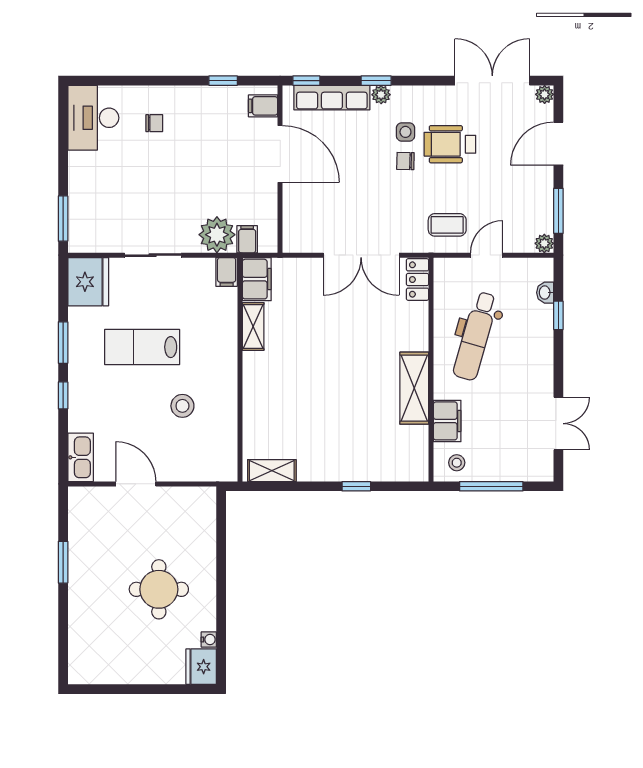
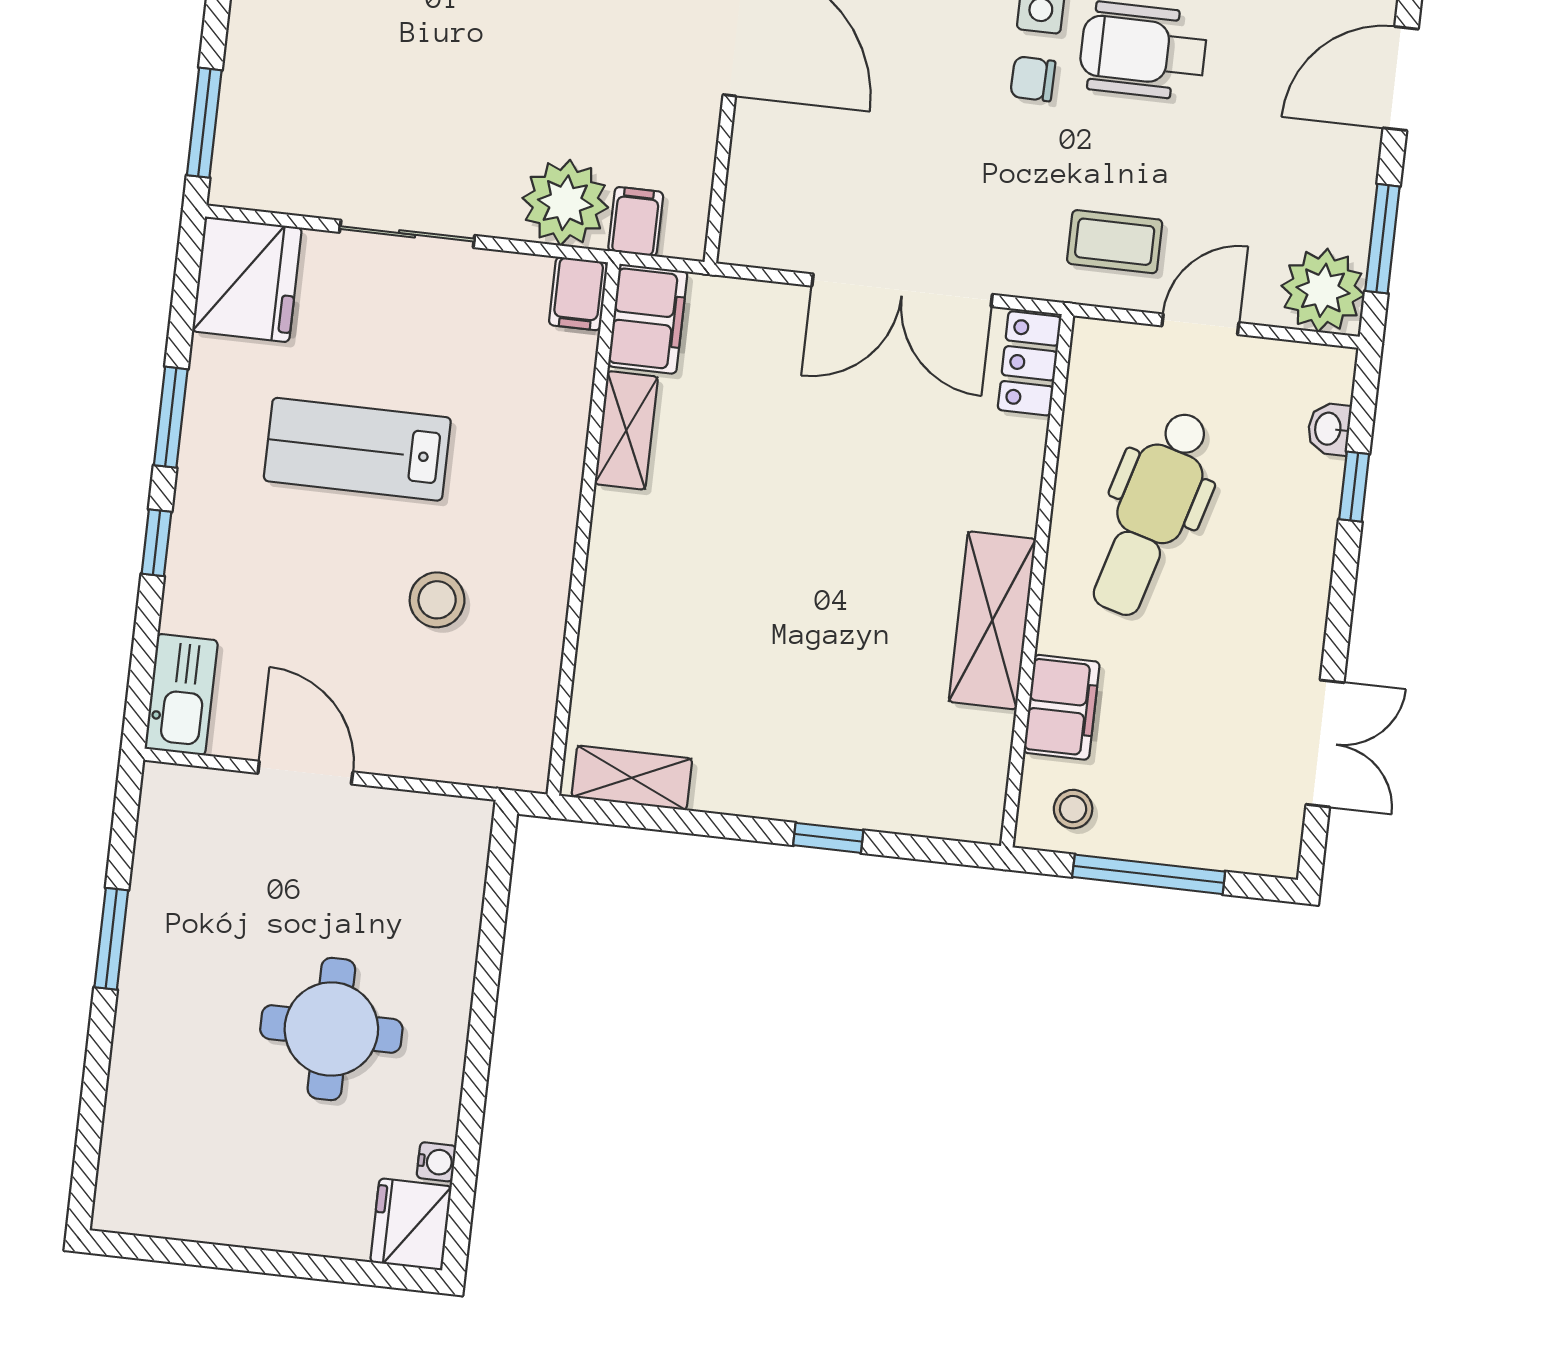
plant: (544, 243) -> (1323, 290), width x1.88, depth x1.88

